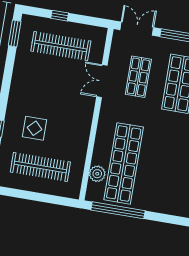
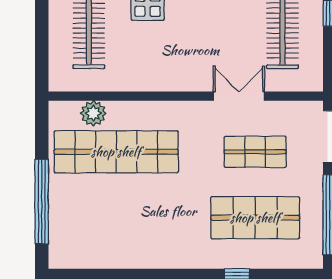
window: (118, 210) -> (42, 202), moved

